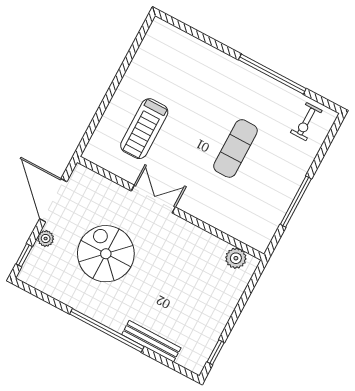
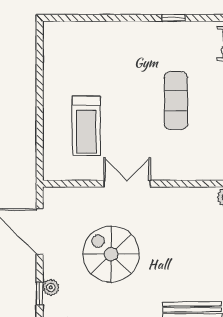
window: (272, 74) -> (174, 18), width x0.32
plant: (46, 238) -> (51, 287), moved

